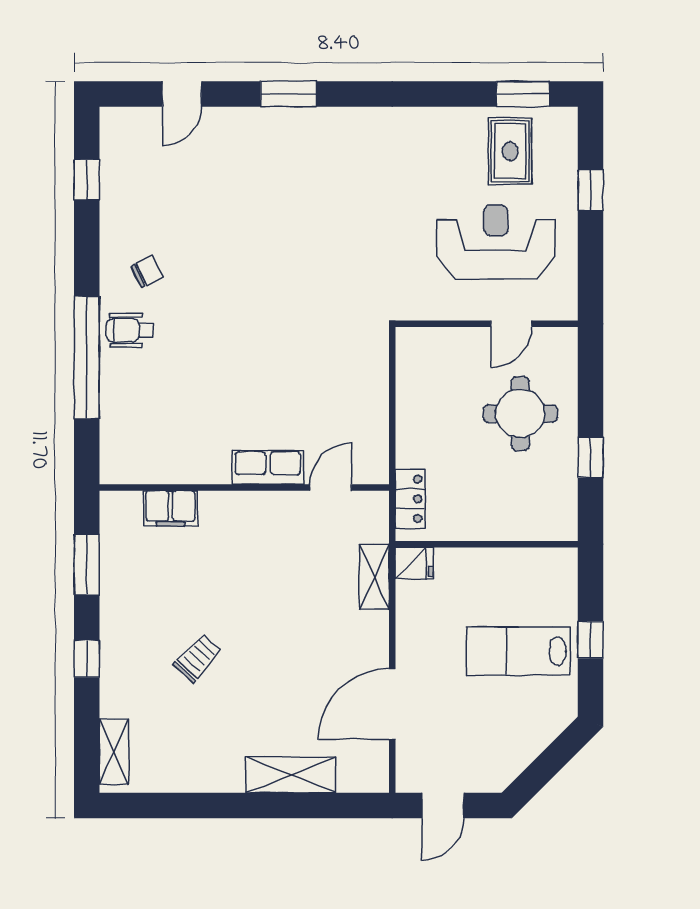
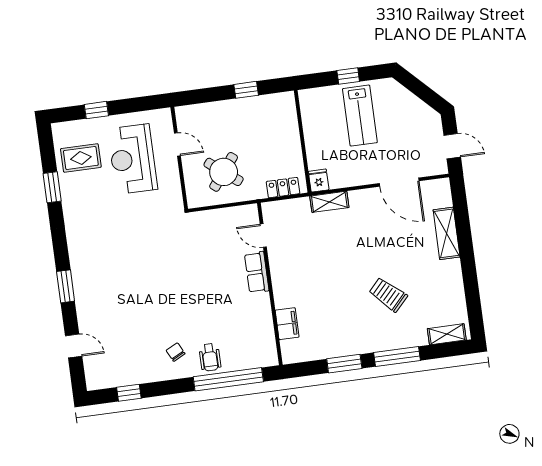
window: (523, 94) -> (52, 187), moved
round table: (520, 414) -> (224, 172), moved, turned 38
row of seats: (268, 467) -> (257, 272), moved
wall: (244, 488) -> (270, 284), moved
door: (331, 488) -> (263, 236), moved
filing cabinet: (170, 508) -> (287, 324), moved
trolley: (198, 658) -> (388, 295), width x1.36, depth x1.39
window: (87, 659) -> (397, 357), width x2.17

